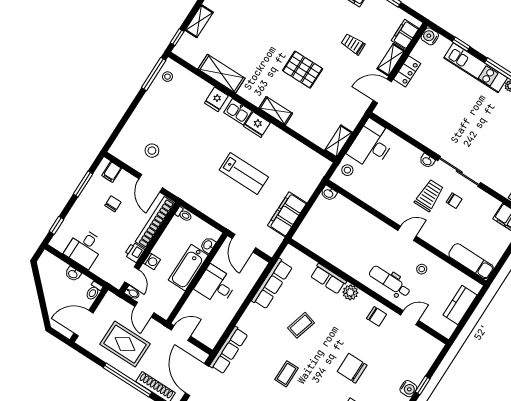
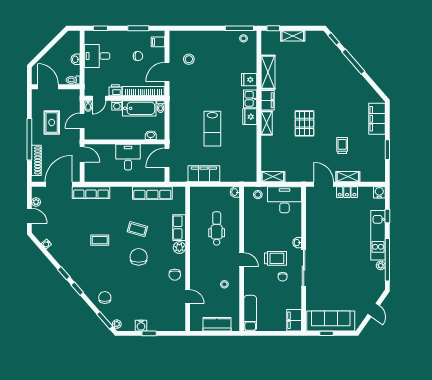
filing cabinet: (405, 34) -> (268, 100), moved, turned 90
bathtub: (188, 268) -> (139, 108), moved, turned 180
dental chair: (390, 282) -> (217, 229), moved
rug: (125, 344) -> (52, 122), width x0.73, depth x0.70
chair: (352, 368) -> (139, 257), moved

